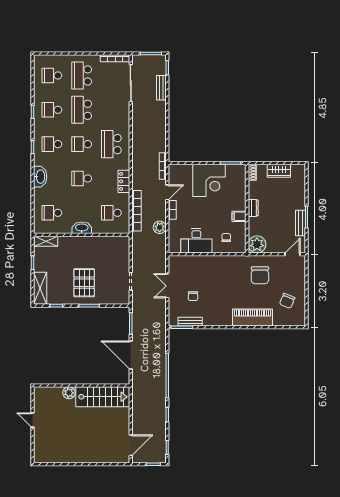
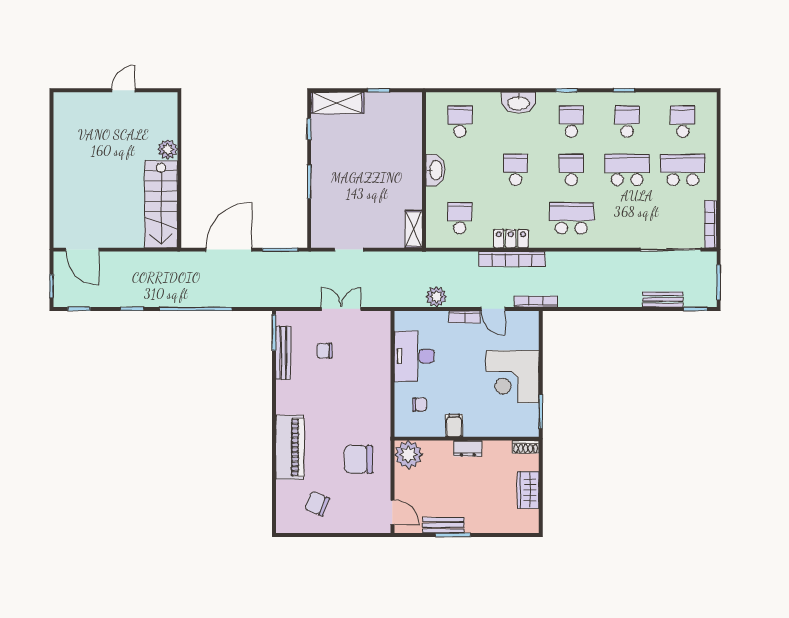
bookcase: (136, 211) -> (512, 259), moved
shelving: (46, 241) -> (414, 229), moved
pallet: (84, 283) -> (346, 174), removed
bench: (190, 322) -> (283, 353), width x1.36

